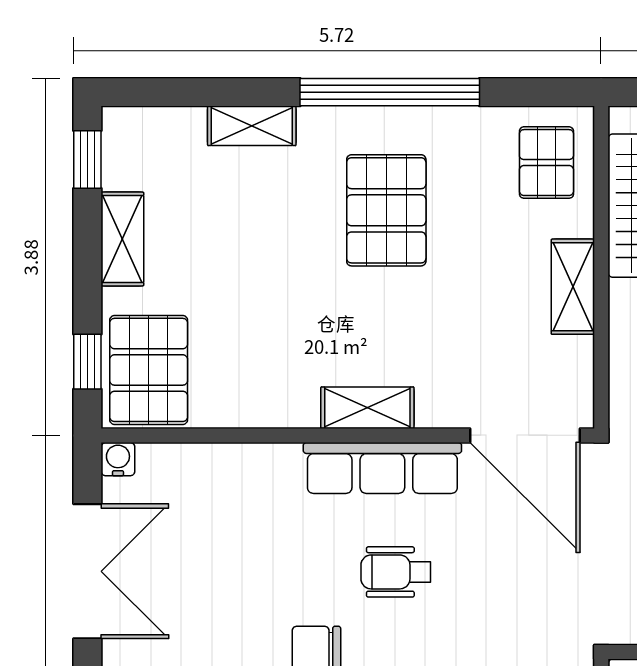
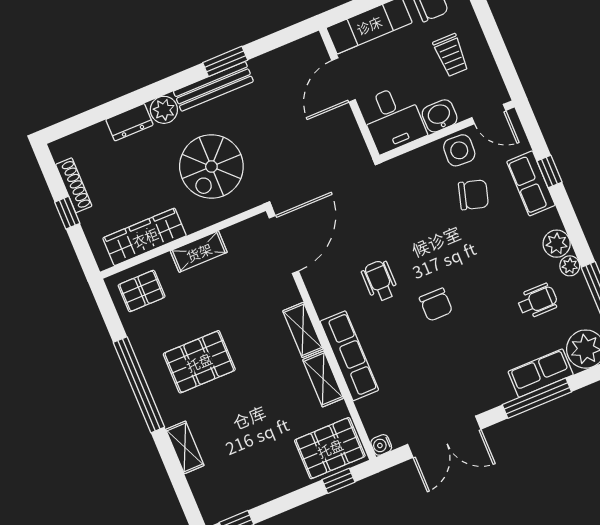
shelving: (122, 239) -> (323, 379), moved, turned 90
row of seats: (382, 468) -> (349, 356), moved
double door: (87, 571) -> (444, 437), swing flipped
wheelchair: (396, 572) -> (380, 281), turned 180

